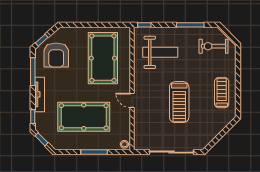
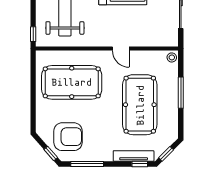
tv unit: (40, 94) -> (134, 156), moved
door: (132, 100) -> (121, 48), hinge flipped

